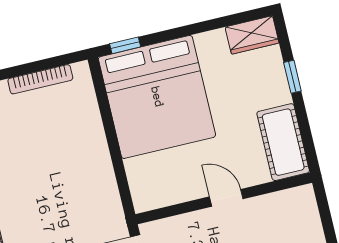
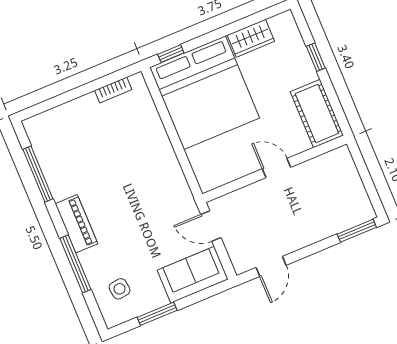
wardrobe: (252, 35) -> (251, 38), moved
bookcase: (40, 79) -> (113, 90), width x0.64

